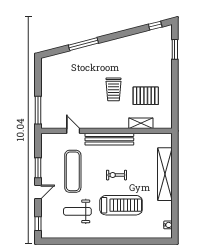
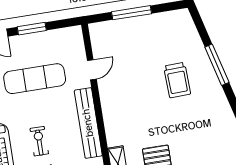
trolley: (113, 89) -> (177, 80), moved, turned -92
window: (38, 110) -> (131, 13), moved

